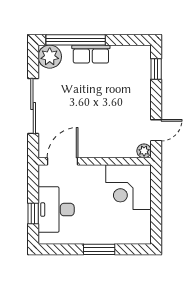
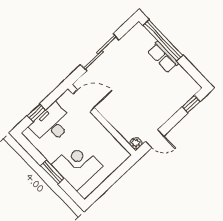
plant: (50, 57) -> (138, 34), removed
corner desk: (128, 187) -> (77, 165), moved, turned 90

